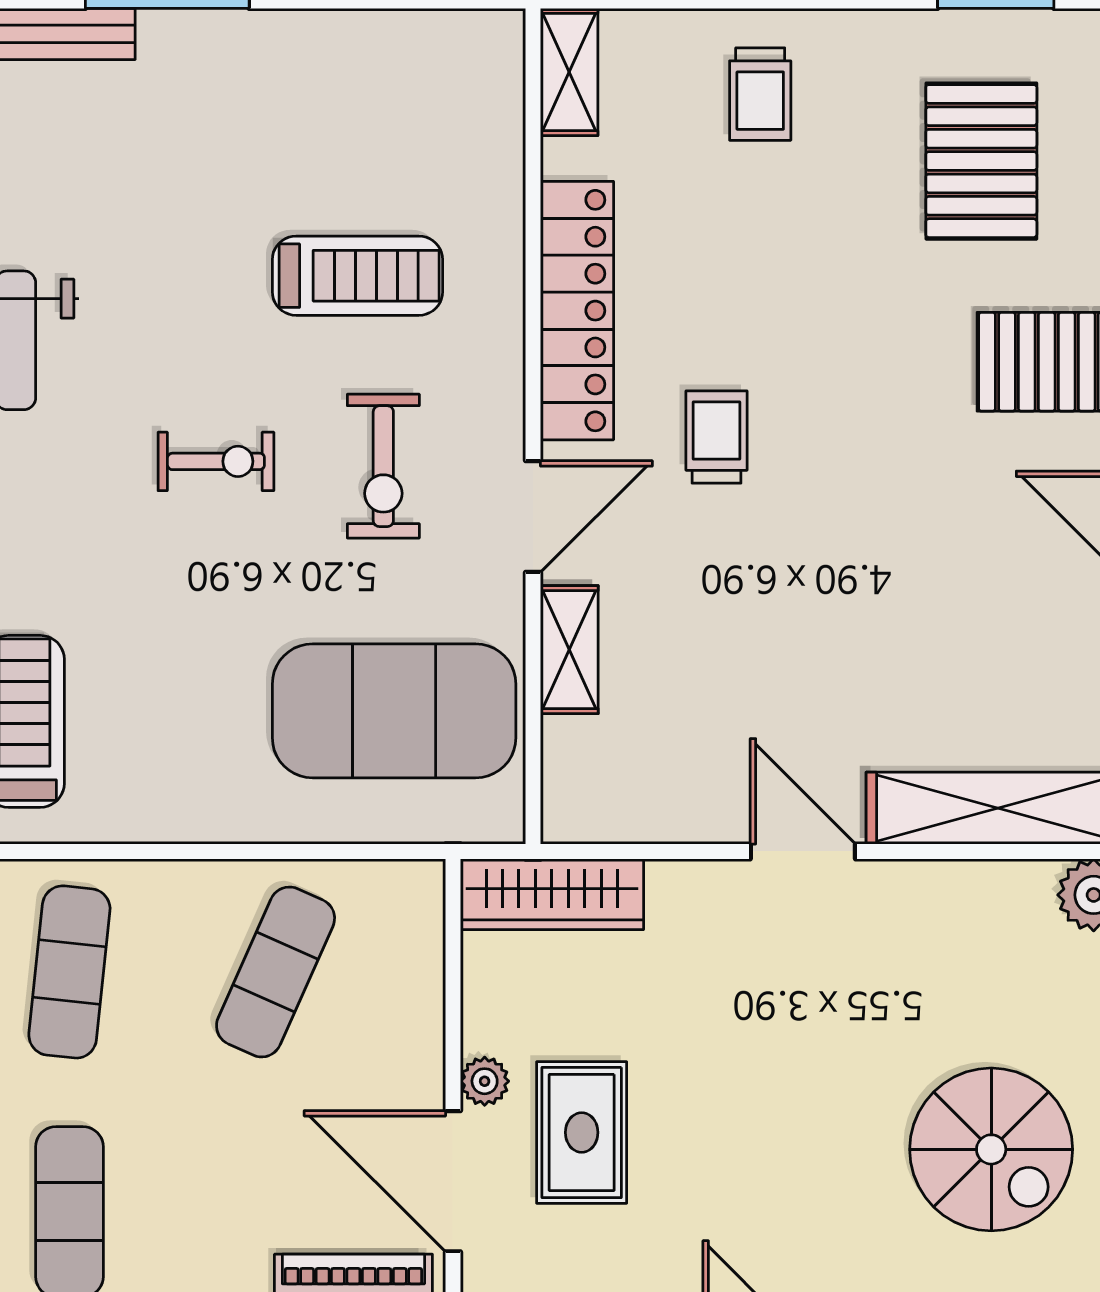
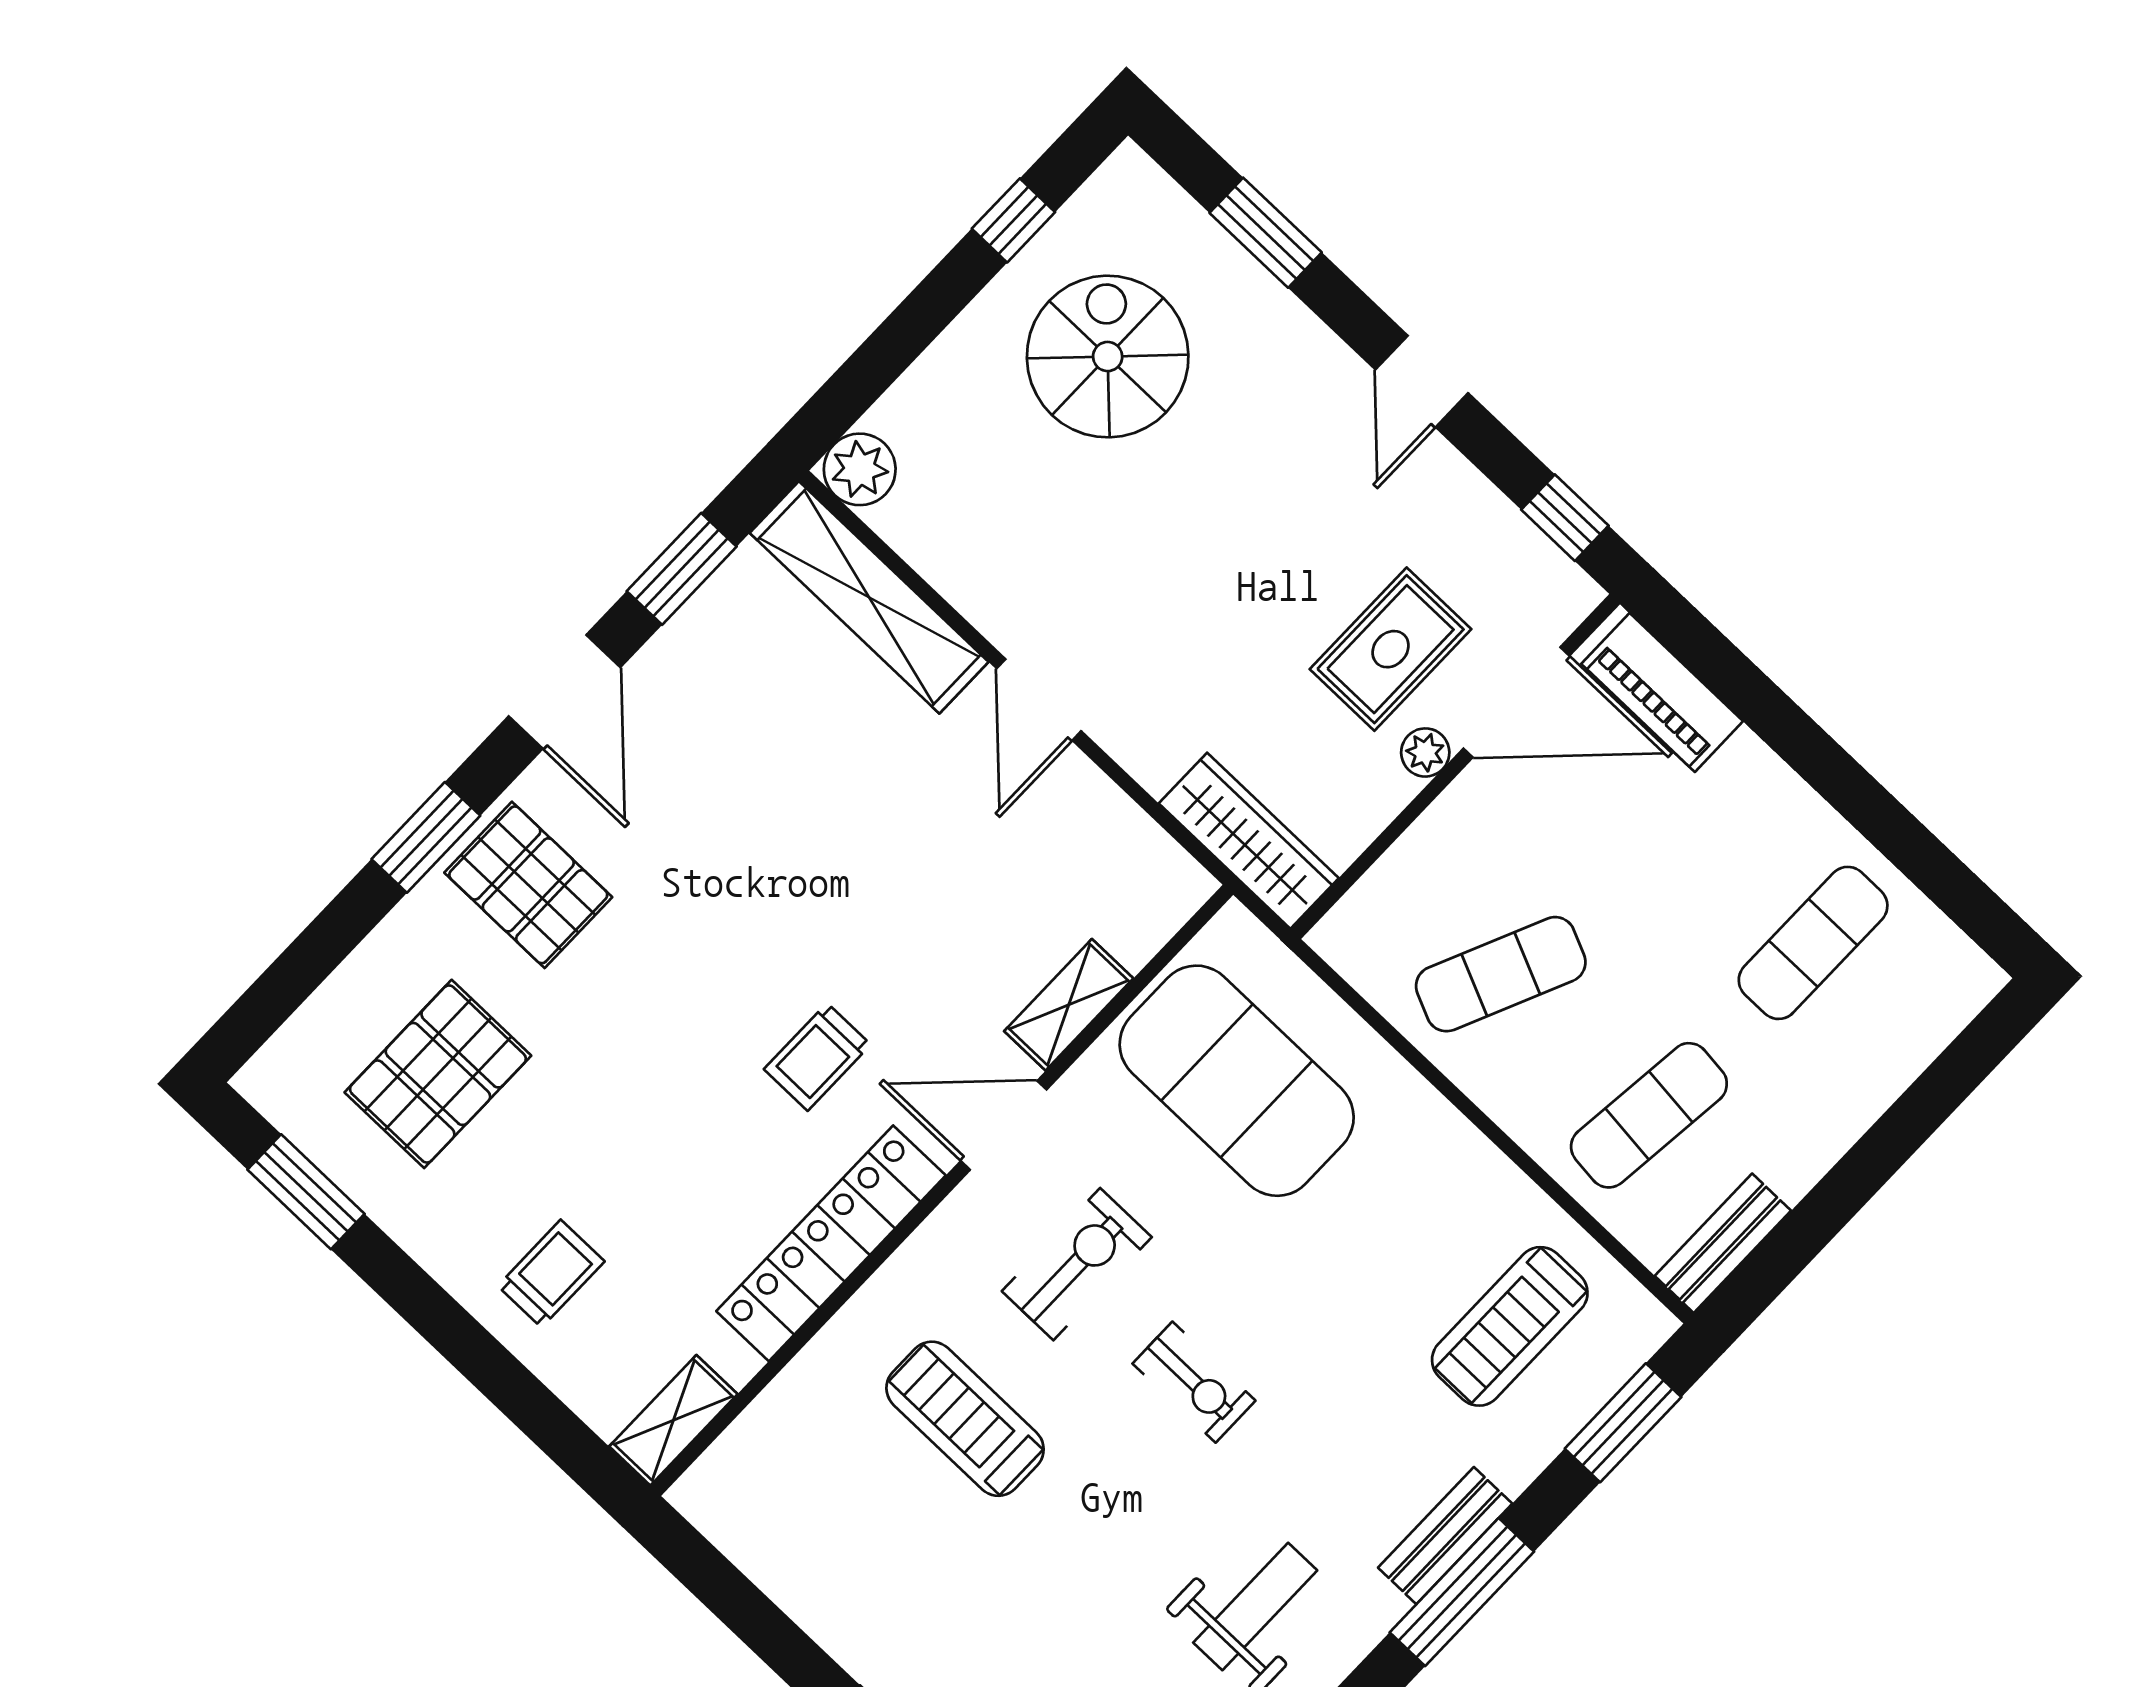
exercise bike: (216, 461) -> (1194, 1382), turned 180
door: (453, 1181) -> (1516, 702), hinge flipped

